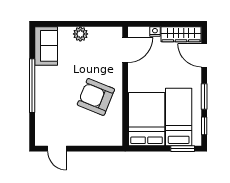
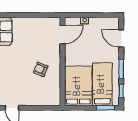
plant: (80, 34) -> (29, 23), removed
wardrobe: (181, 34) -> (104, 23), removed
armchair: (96, 97) -> (41, 69), width x0.53, depth x0.53

